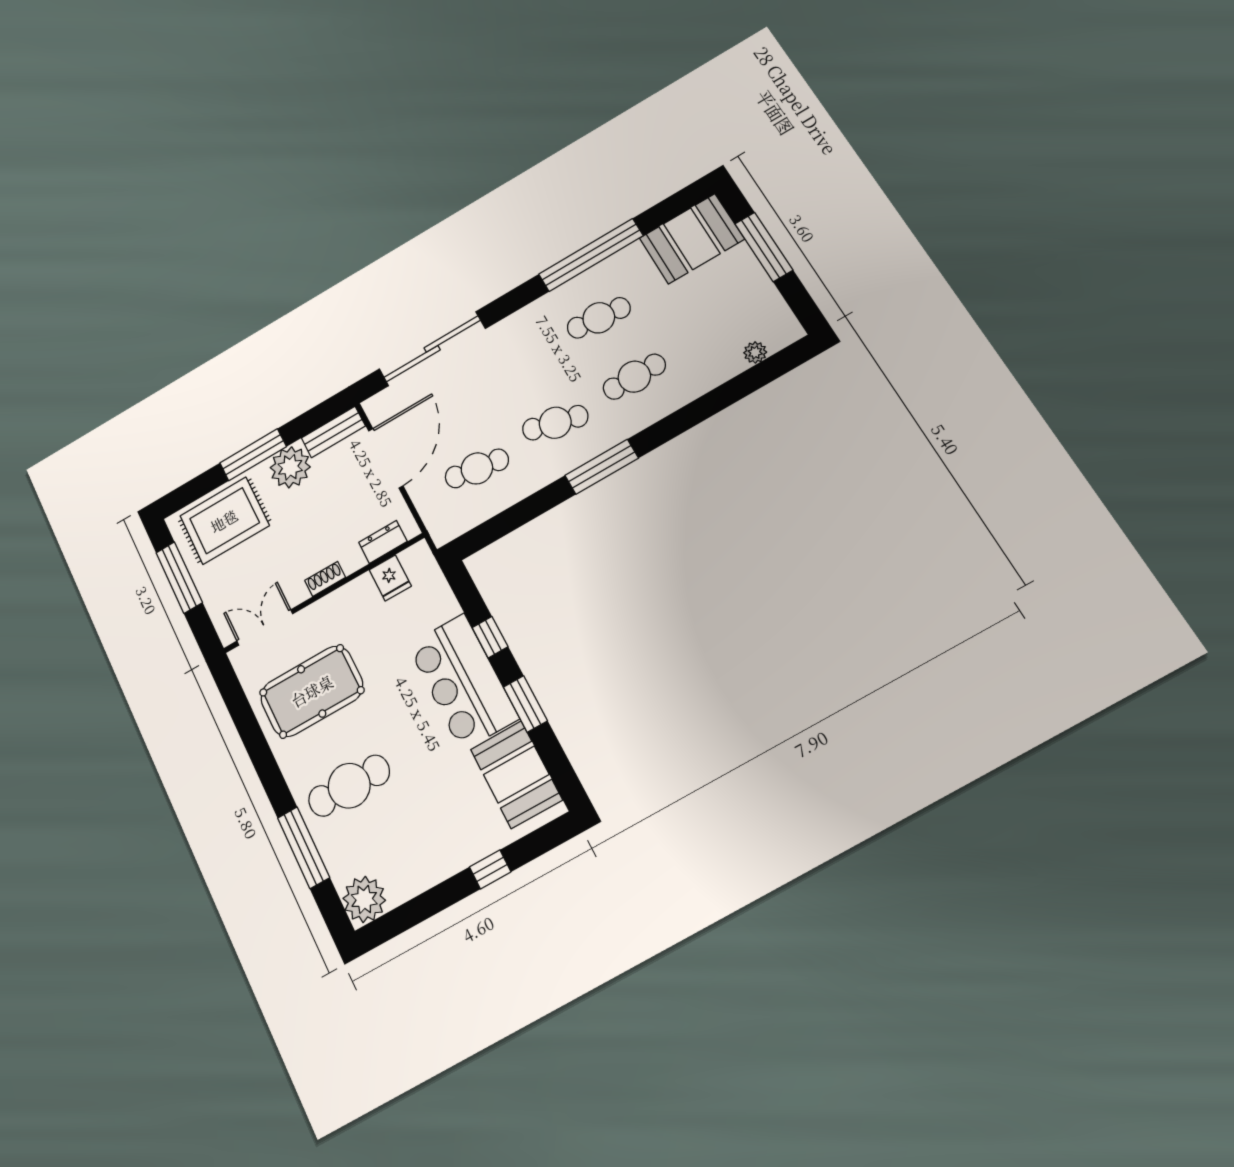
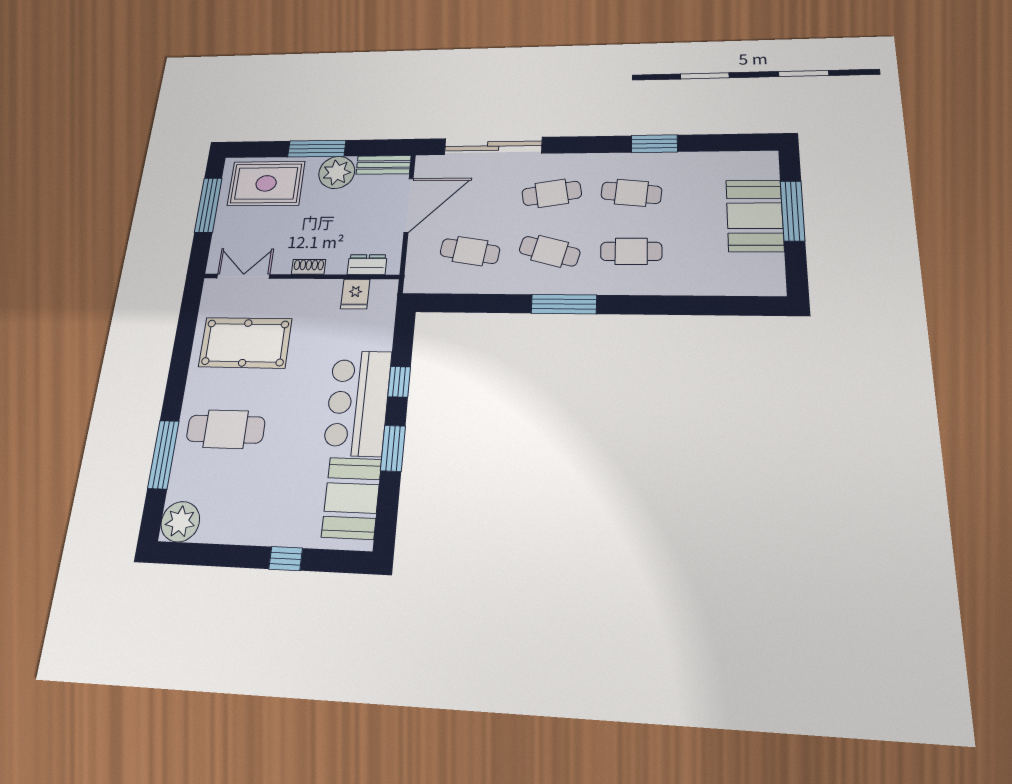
booth: (692, 239) -> (755, 216), moved, turned 90
window: (591, 255) -> (654, 144), width x0.47
plant: (755, 352) -> (737, 286), removed
cafe table: (521, 363) -> (552, 193), added

